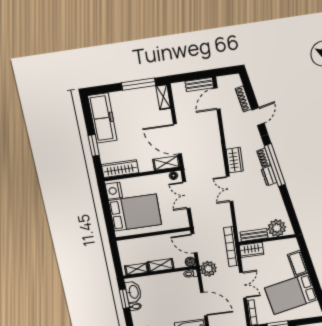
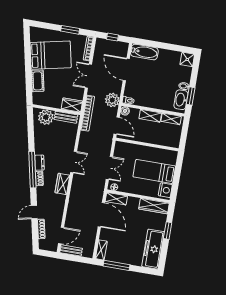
bed: (135, 213) -> (154, 171), width x0.67

